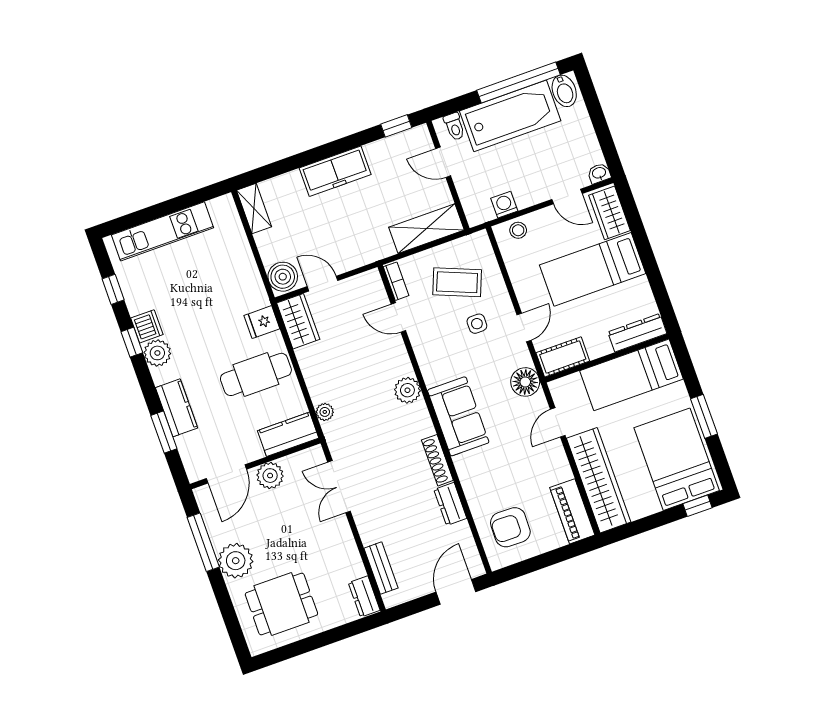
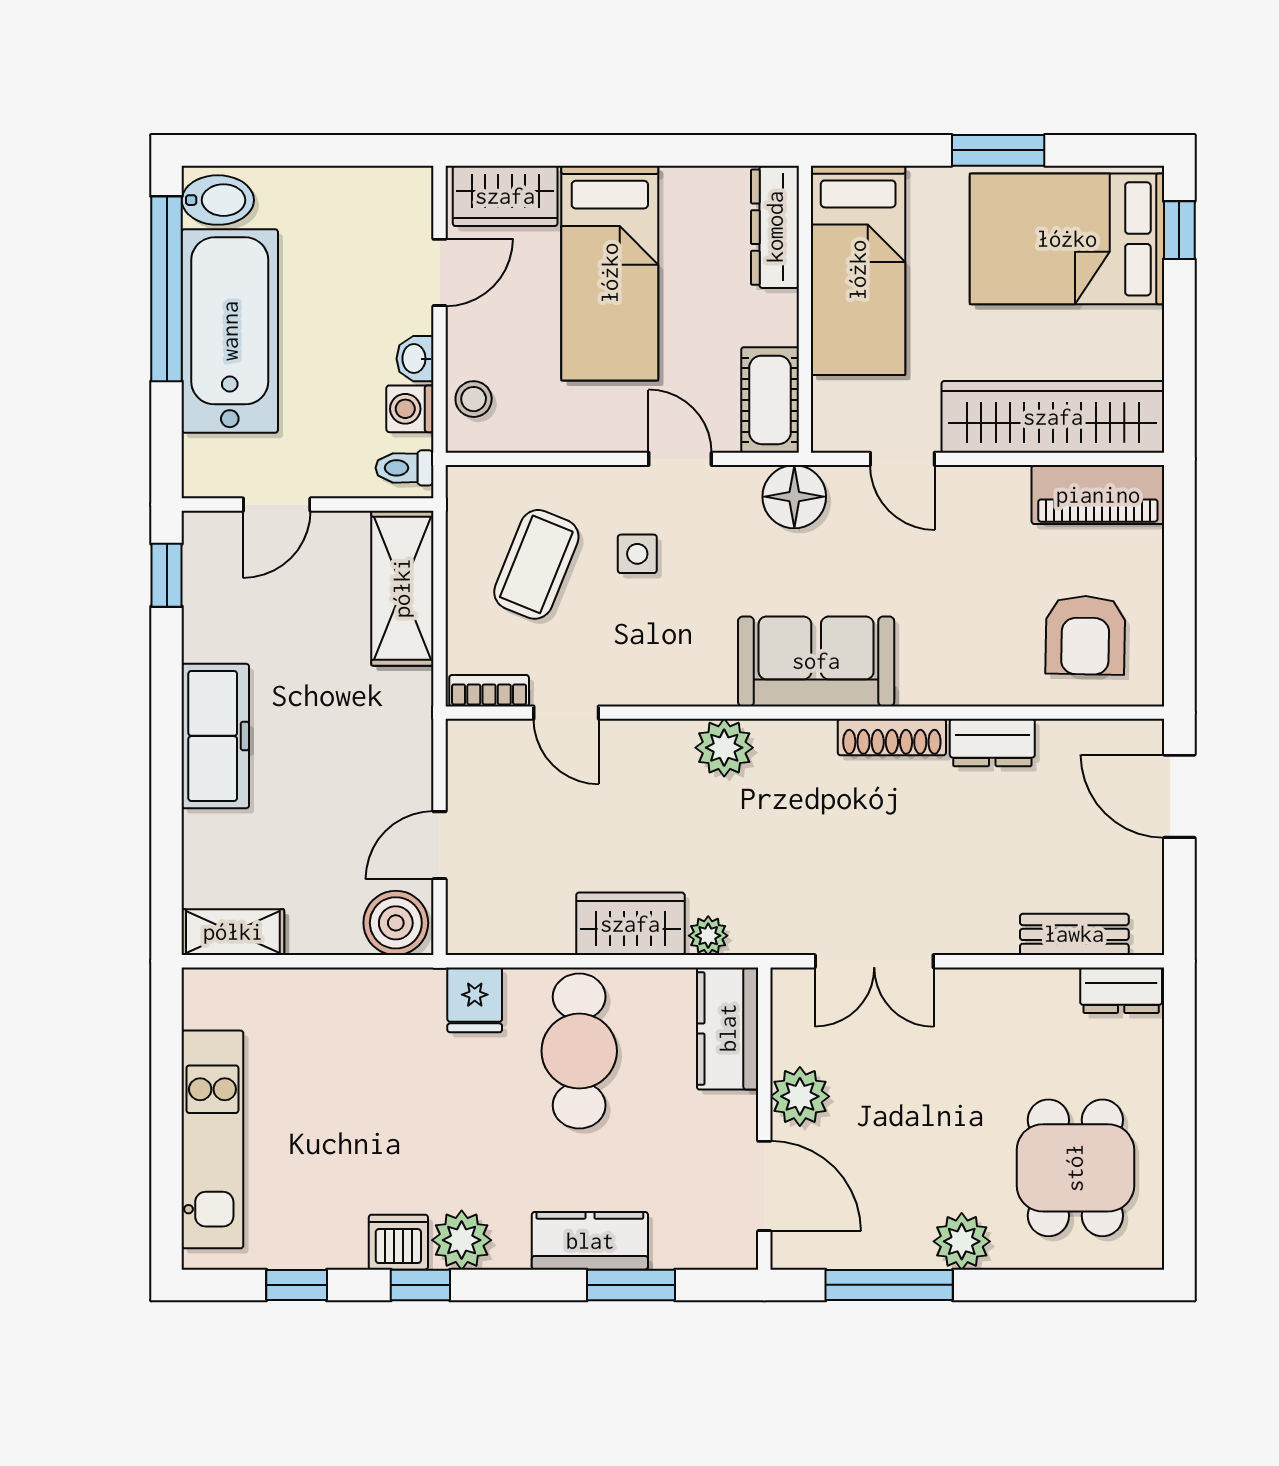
toilet: (454, 126) -> (405, 468), moved, turned 180
washbasin: (599, 173) -> (415, 359), moved
door: (398, 317) -> (566, 713), hinge flipped
wardrobe: (298, 321) -> (630, 924), moved
plant: (236, 561) -> (962, 1241), width x0.73, depth x0.73

